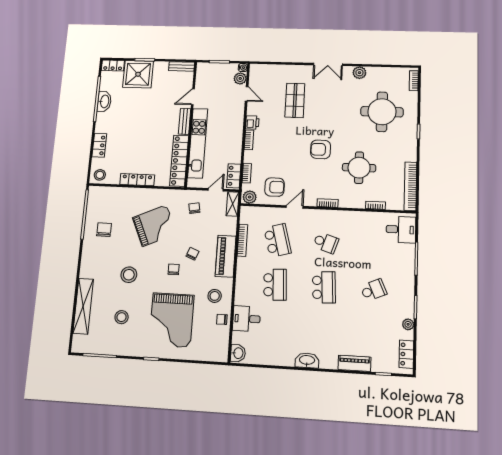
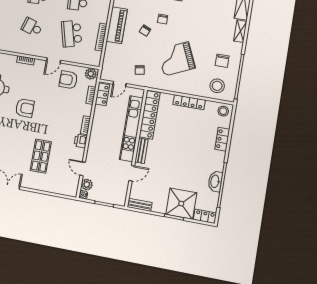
shelving: (233, 204) -> (240, 31), moved
stool: (129, 275) -> (217, 86), moved

